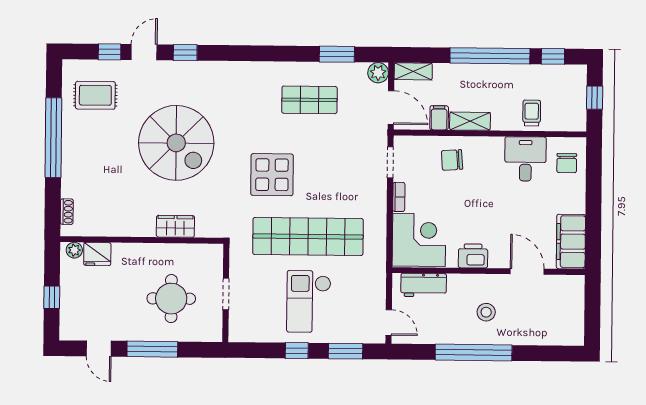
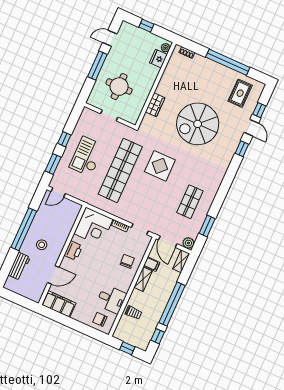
door: (391, 107) -> (168, 242), hinge flipped
workbench: (424, 285) -> (19, 266), moved, turned 180
checkout: (309, 301) -> (87, 156), turned -90

